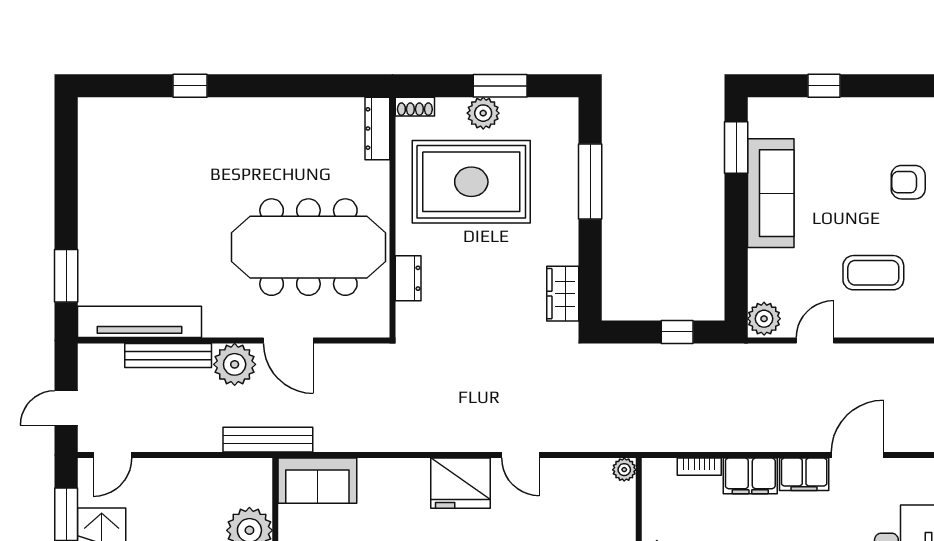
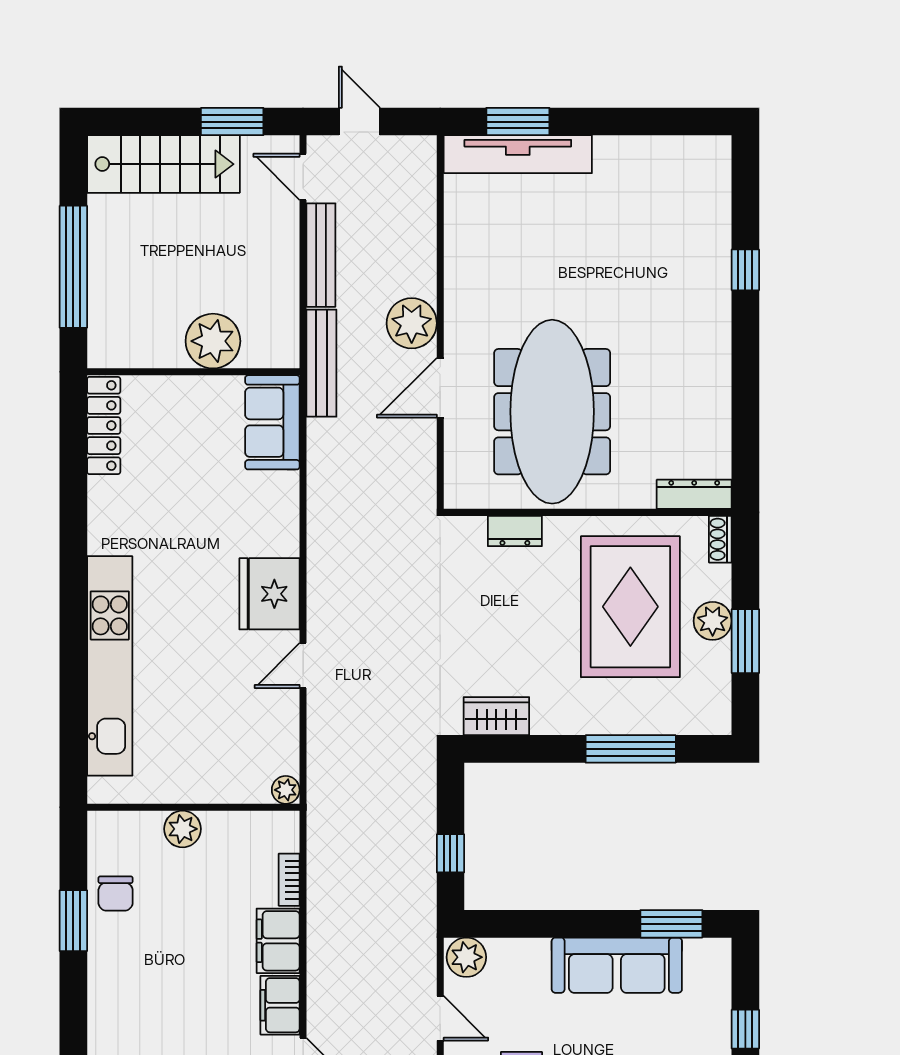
tv unit: (140, 322) -> (518, 154), moved, turned 90
bench: (168, 356) -> (321, 255), moved

